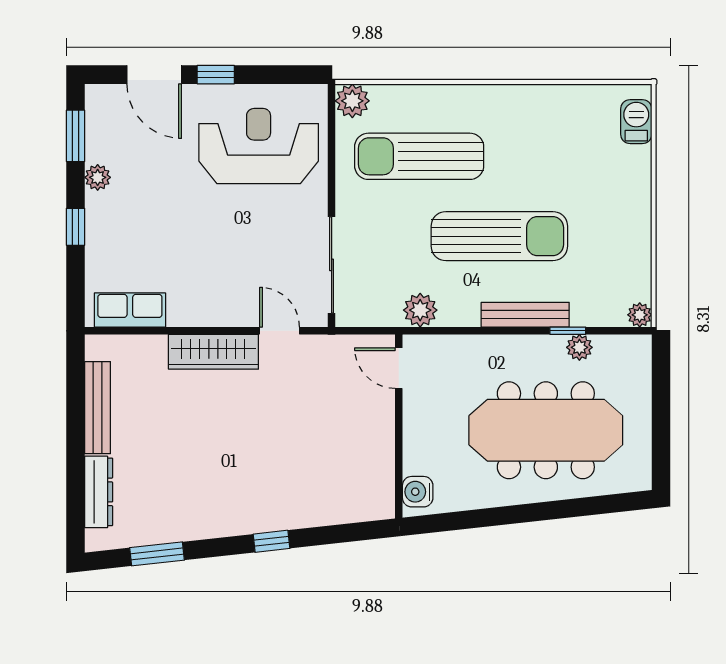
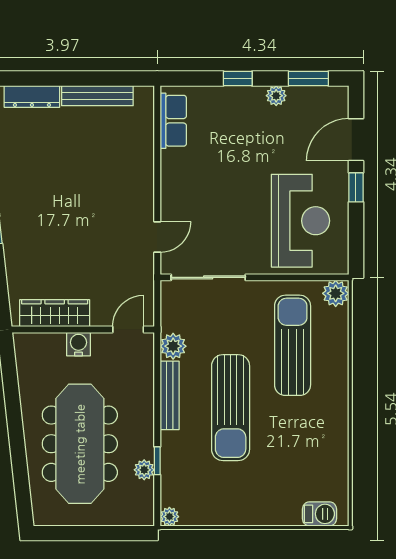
bench: (525, 315) -> (170, 395), moved
wardrobe: (213, 352) -> (55, 313), moved, turned 90
water cooler: (418, 492) -> (78, 344), moved

